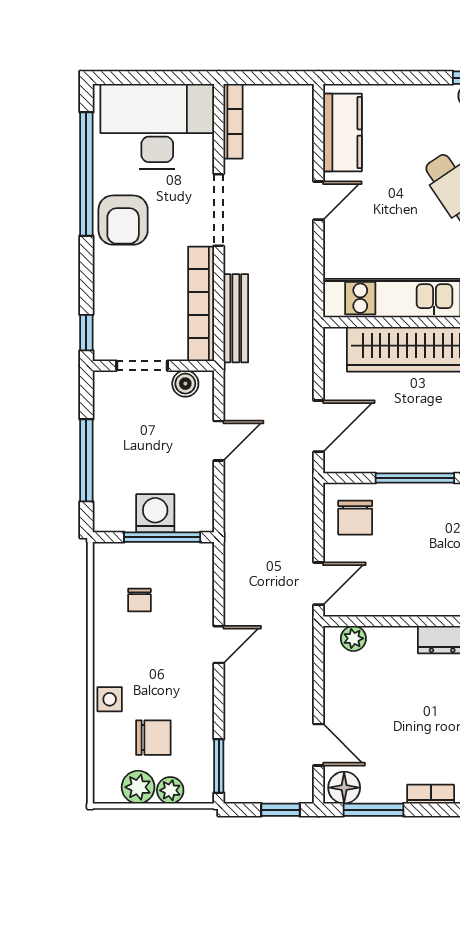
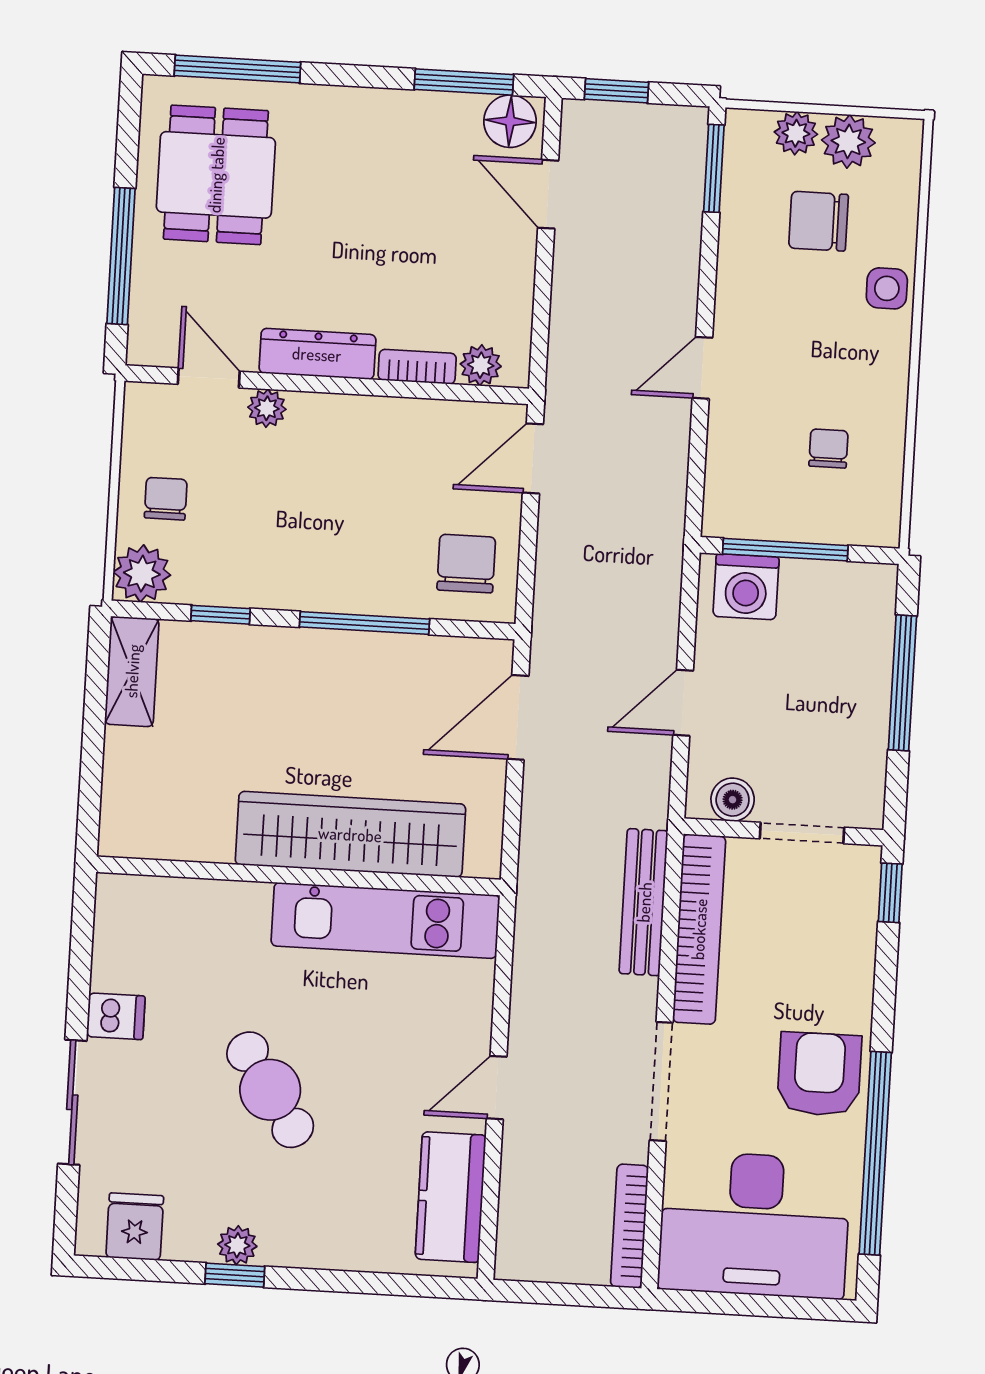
washing machine: (155, 513) -> (746, 587), moved
bookcase: (431, 794) -> (417, 367), moved, turned 180

